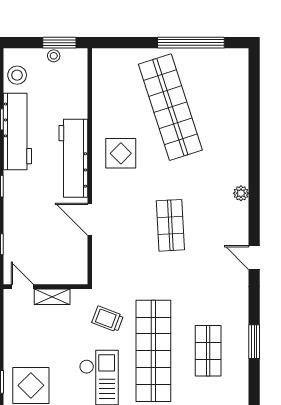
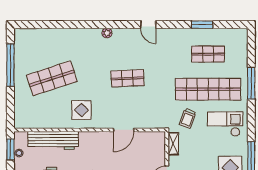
shop shelf: (170, 107) -> (52, 78), width x0.71
workbench: (73, 158) -> (53, 140), moved
door: (254, 258) -> (148, 25), hinge flipped
shelving: (52, 297) -> (173, 144), moved

